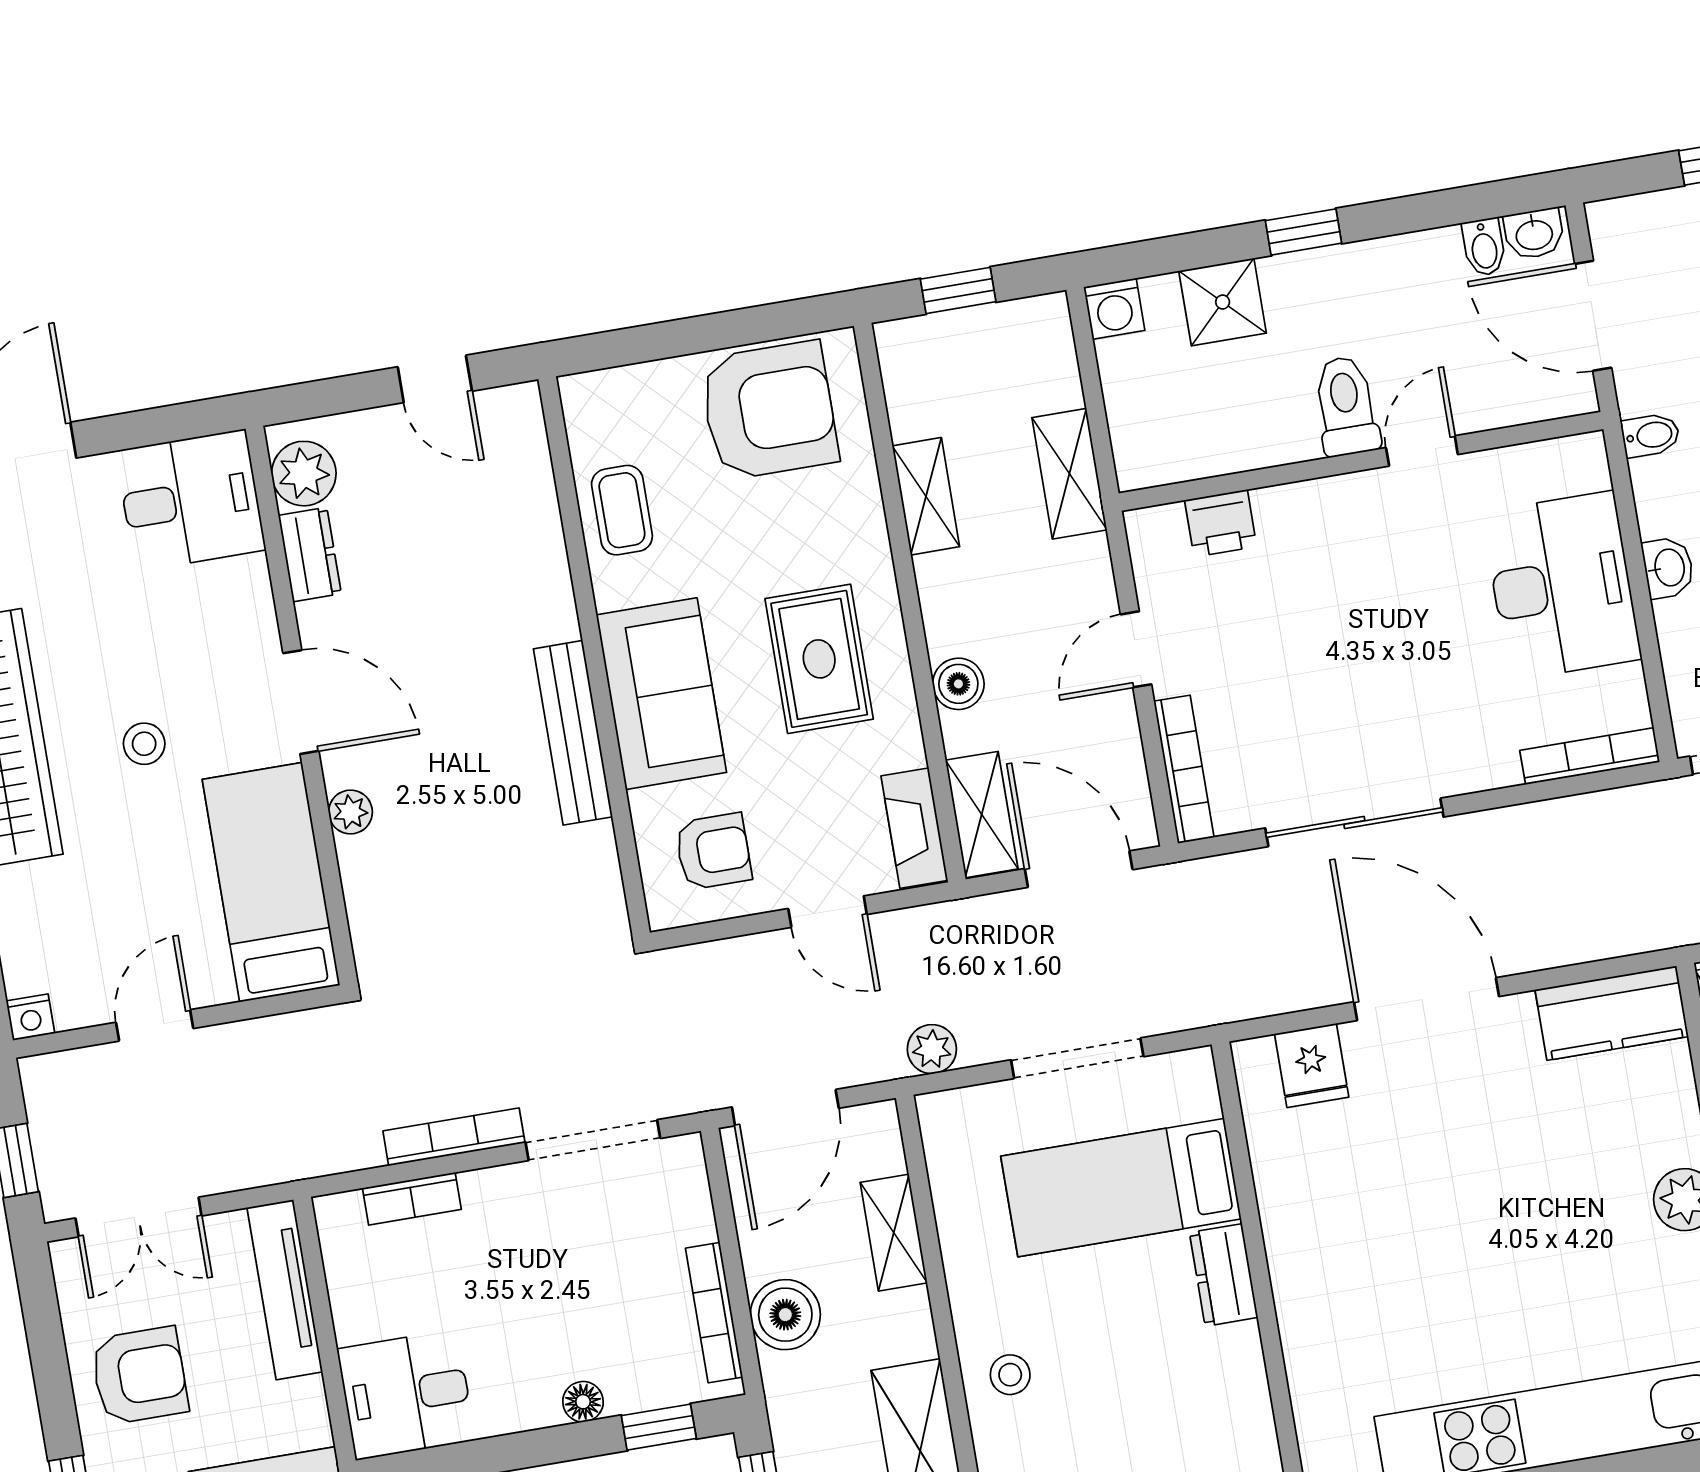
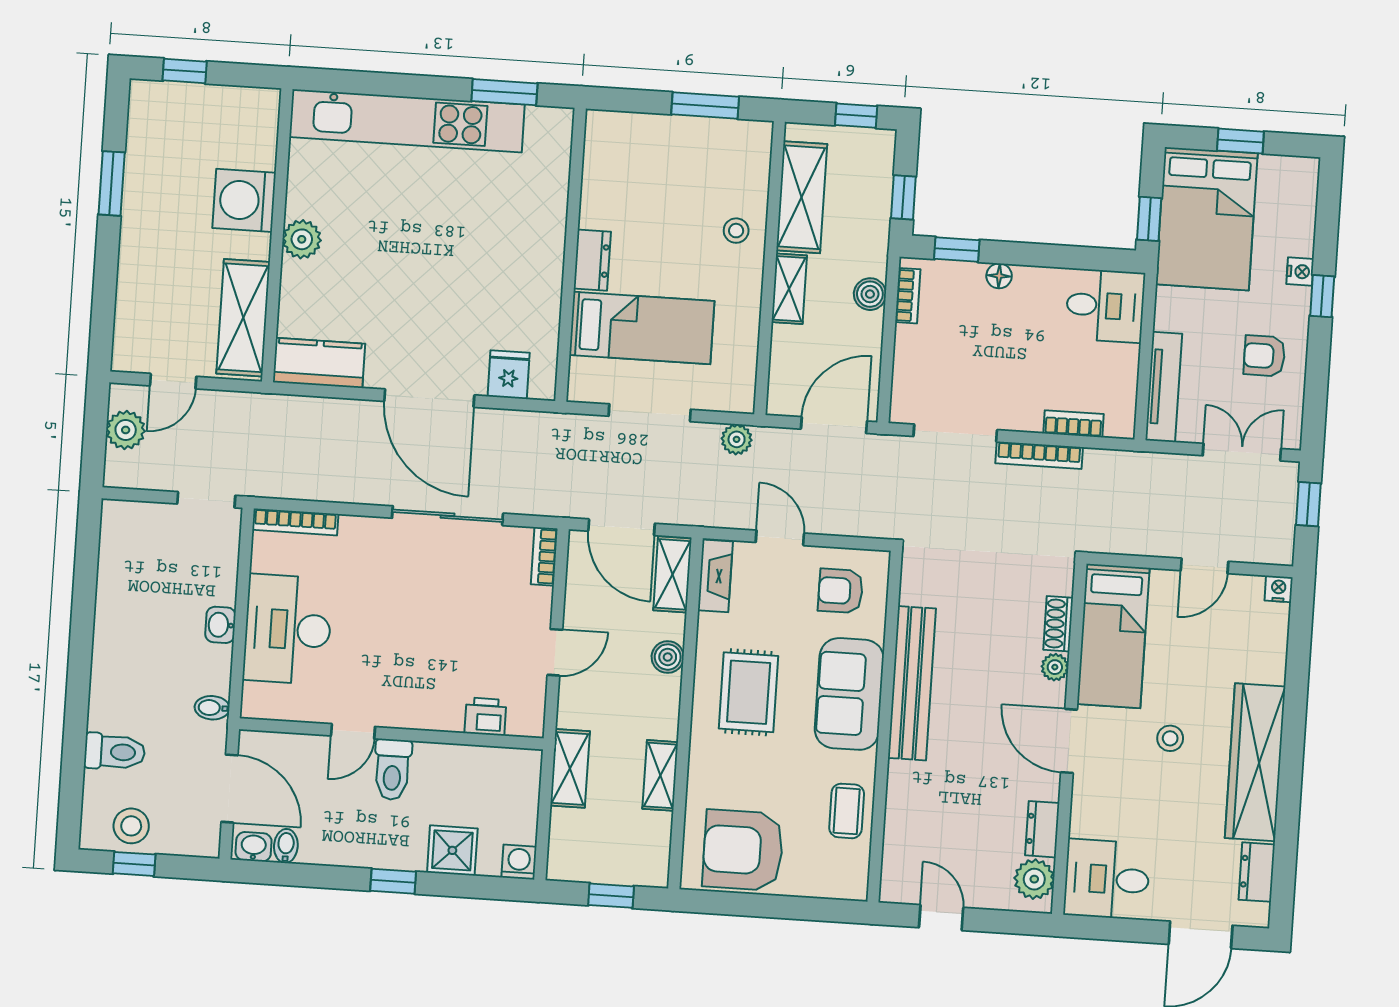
bench: (573, 733) -> (912, 683), width x1.37, depth x1.21
bookcase: (1184, 769) -> (544, 556), width x0.64
shoe rack: (361, 881) -> (1058, 624), added
shelving: (894, 1233) -> (789, 289), moved
bookcase: (714, 1313) -> (908, 296), width x0.64
boiler: (785, 1315) -> (870, 294), width x0.73, depth x0.73
armchair: (139, 1376) -> (1264, 356), width x0.72, depth x0.72

